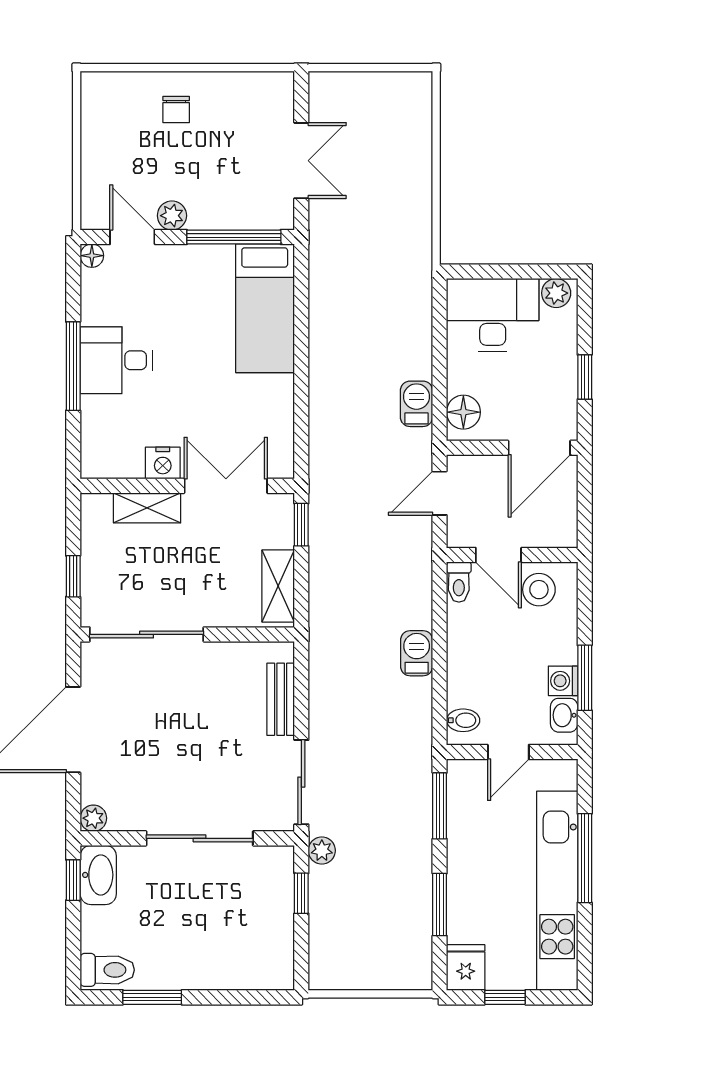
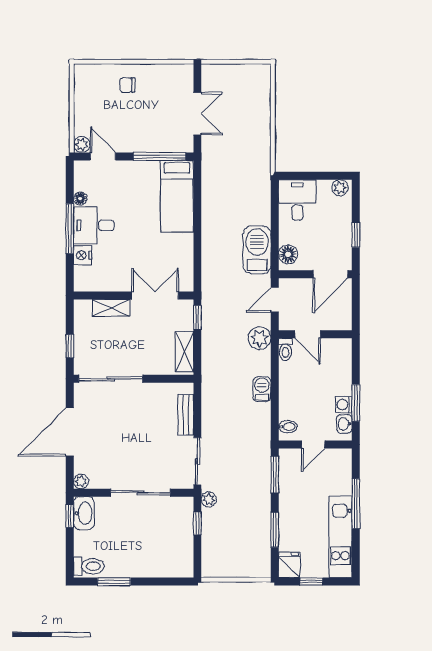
chair: (176, 109) -> (127, 85), turned 90
plant: (172, 216) -> (82, 144), moved
floor lamp: (92, 256) -> (80, 199), moved
desk: (493, 315) -> (297, 200), width x0.73
barbecue: (416, 404) -> (257, 250), width x1.88, depth x1.53
nightstand: (163, 463) -> (83, 255), moved, turned 90
plant: (412, 562) -> (259, 338), added
stool: (539, 590) -> (330, 354), removed
kitchen unit: (557, 891) -> (340, 537), width x0.73

